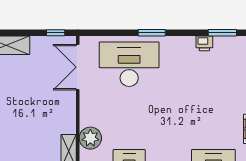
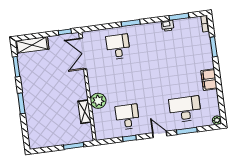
desk: (129, 64) -> (118, 47), width x0.53, depth x0.77

